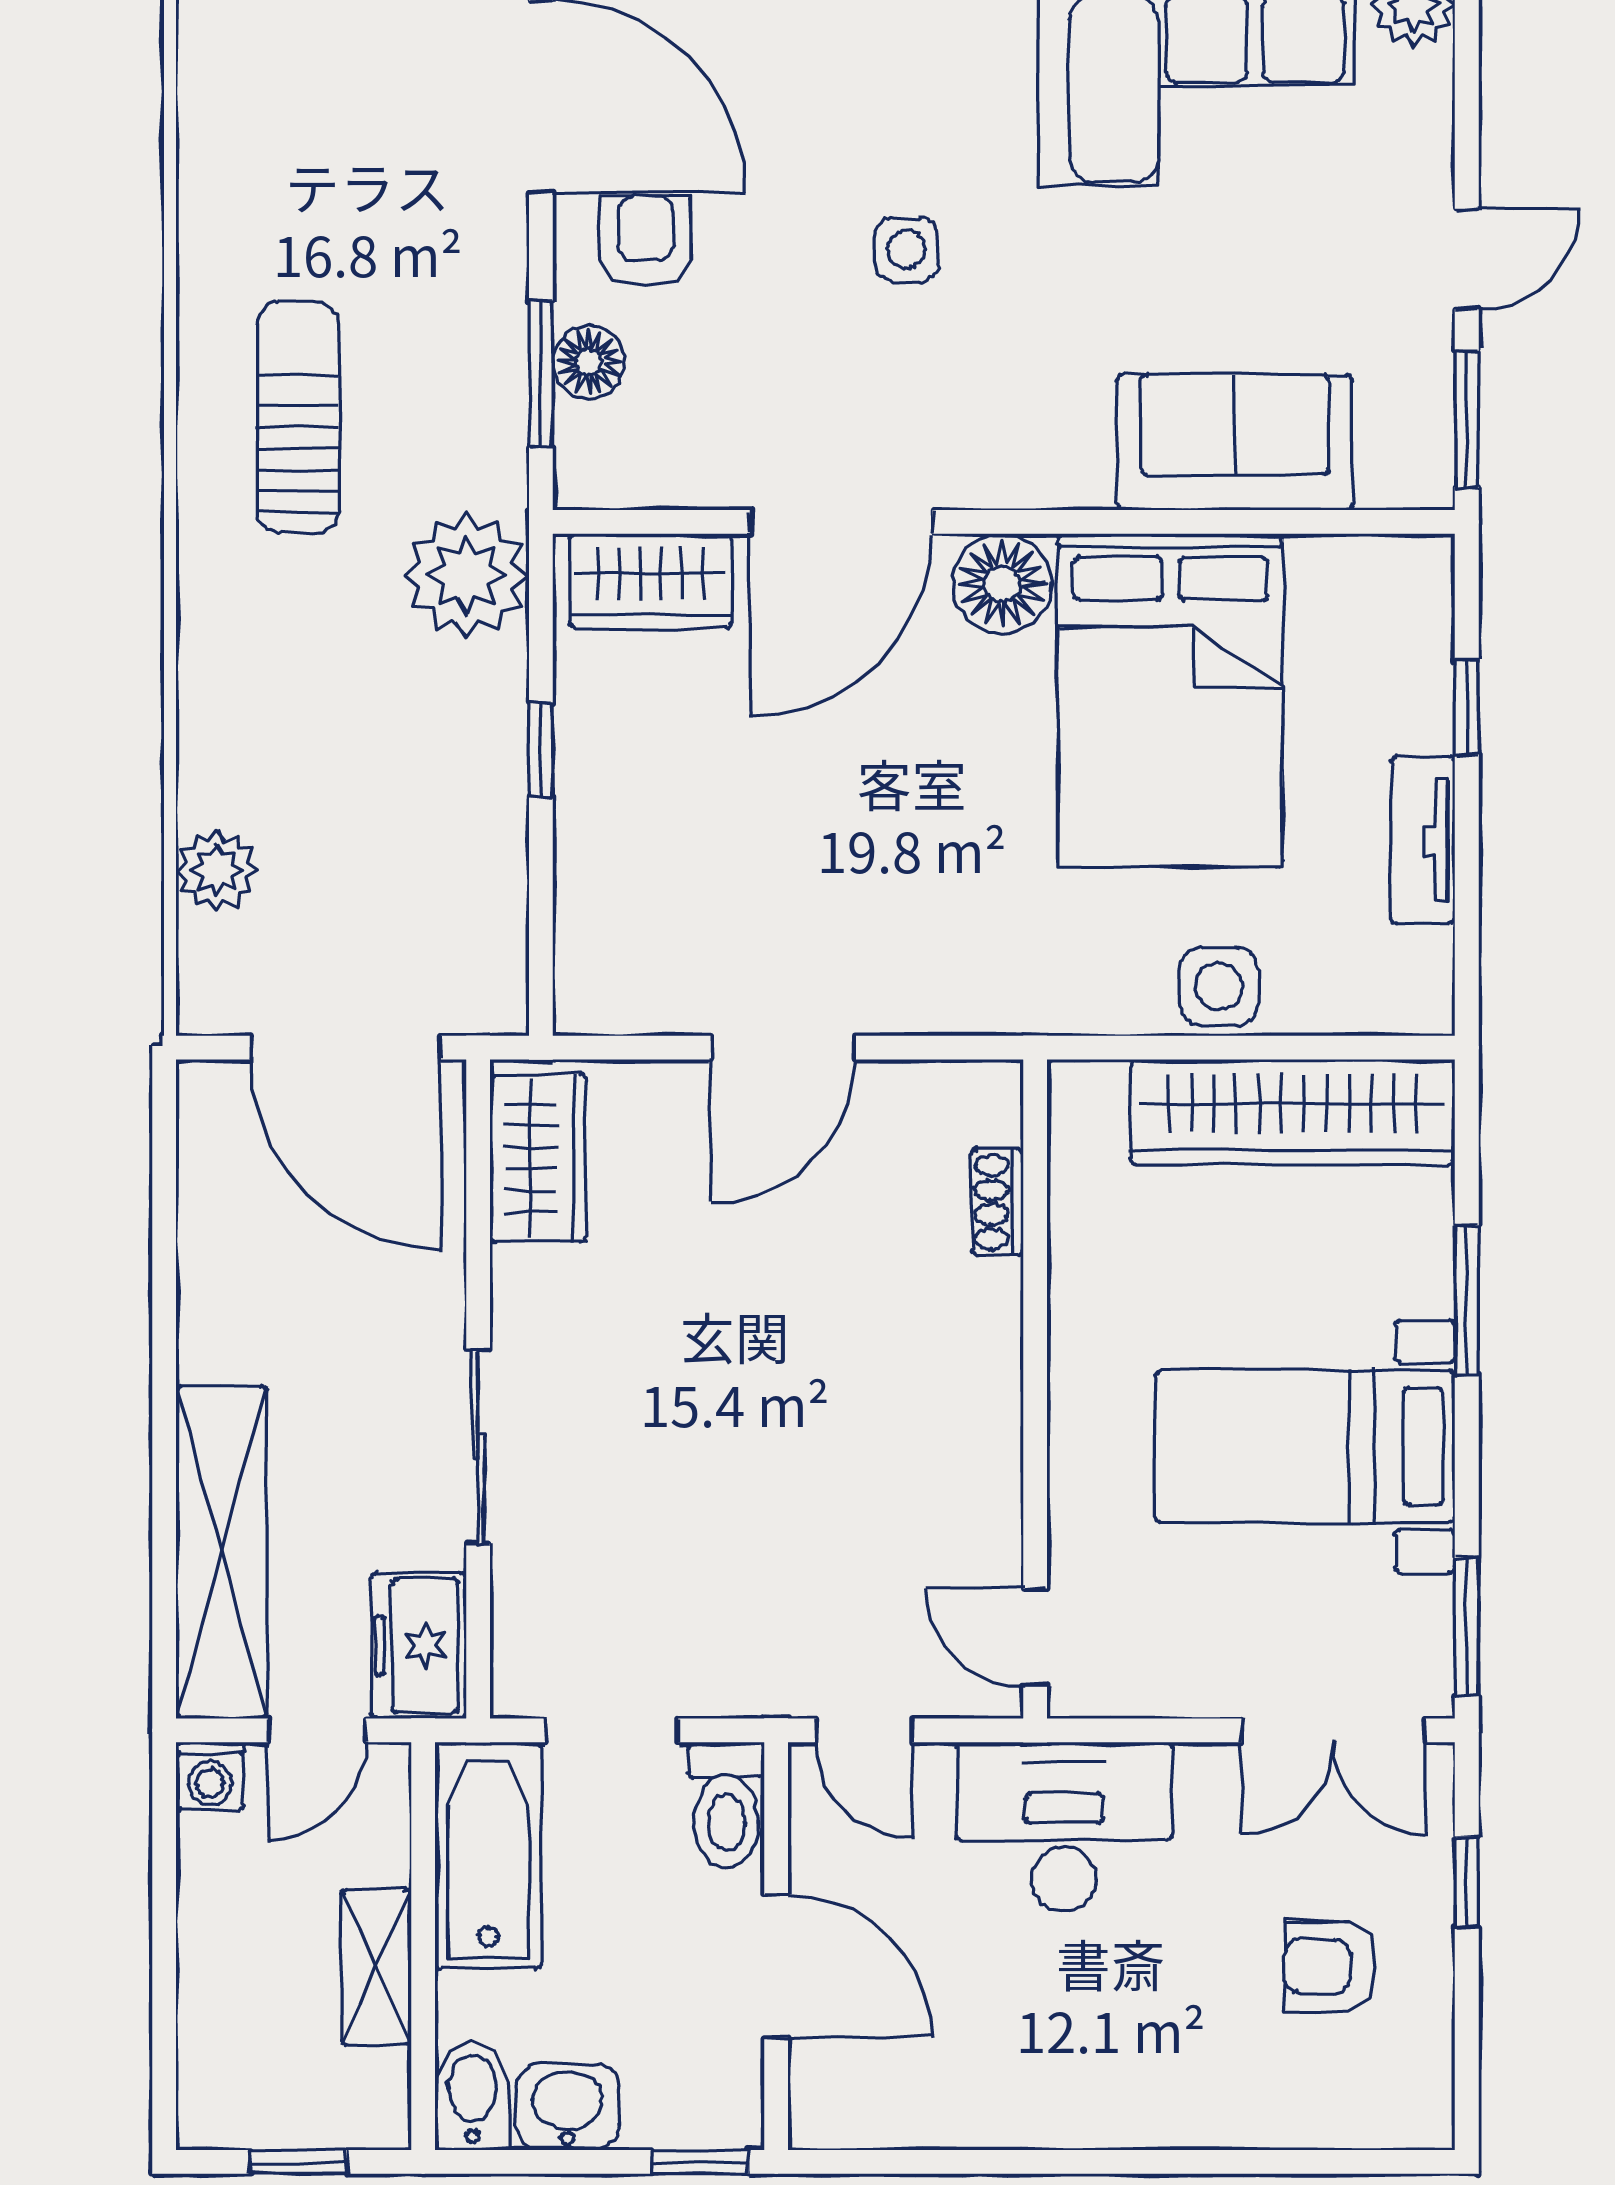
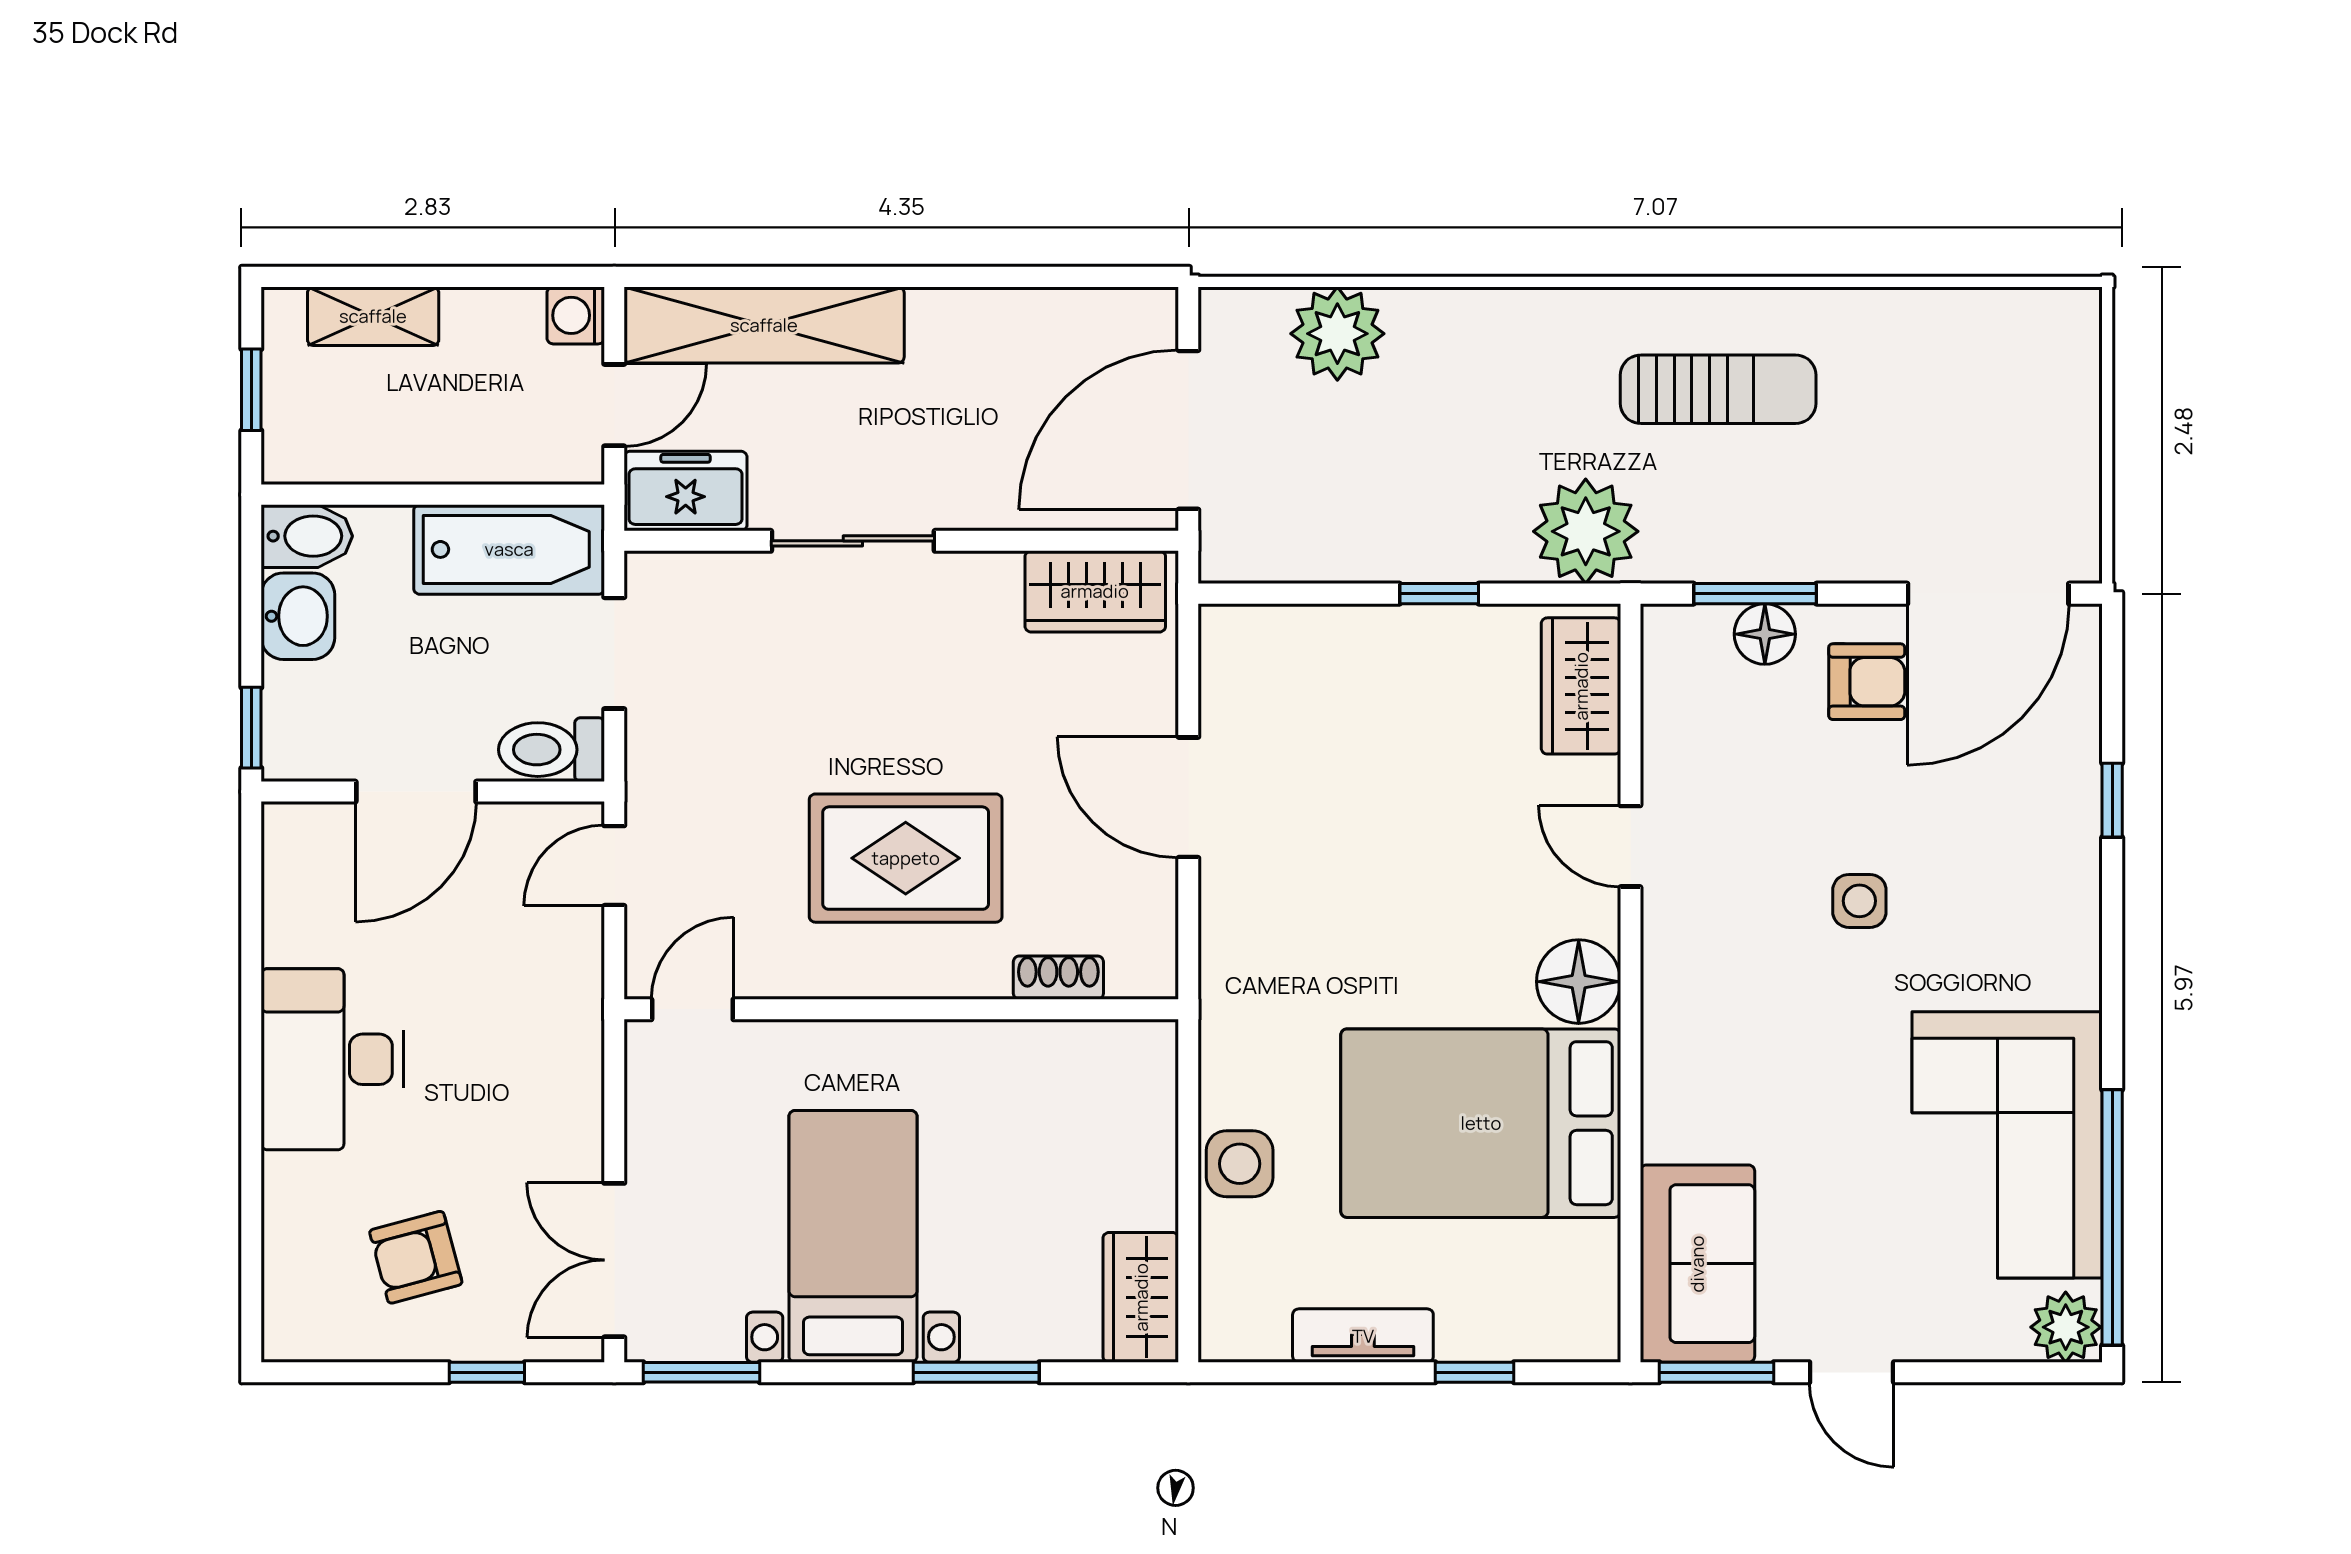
sofa: (1235, 442) -> (1697, 1264), moved
door: (841, 522) -> (1630, 846), width x0.53
plant: (217, 870) -> (1337, 334), width x1.36, depth x1.36
wardrobe: (1293, 1112) -> (1141, 1297), width x0.48, depth x0.85
rug: (855, 1384) -> (906, 858), added
door: (317, 1730) -> (614, 405), swing flipped
desk: (1064, 1827) -> (332, 1059), moved, turned 180
armchair: (1330, 1966) -> (416, 1257), turned -105
shelving: (376, 1967) -> (373, 316), moved

